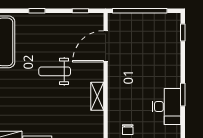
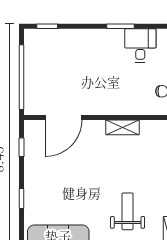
door: (106, 46) -> (64, 117), hinge flipped
weight bench: (55, 71) -> (128, 211), moved, turned 180
desk: (167, 107) -> (140, 45), width x0.73

